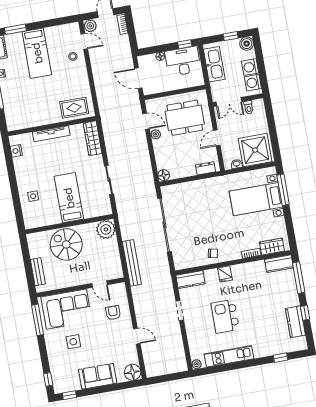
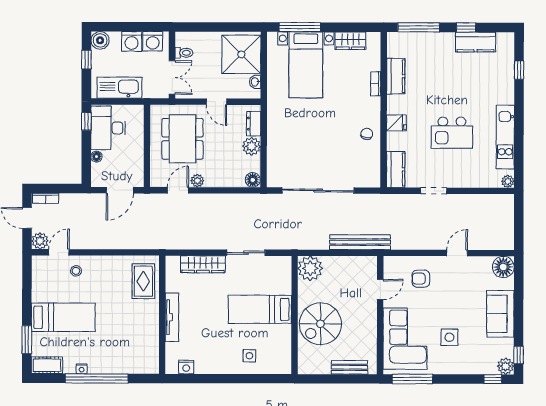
wardrobe: (93, 138) -> (203, 264), moved
plant: (188, 170) -> (251, 146), added
wardrobe: (272, 247) -> (350, 41), moved, turned -90
kitchen counter: (279, 264) -> (396, 76), moved
plant: (59, 387) -> (506, 366), added

